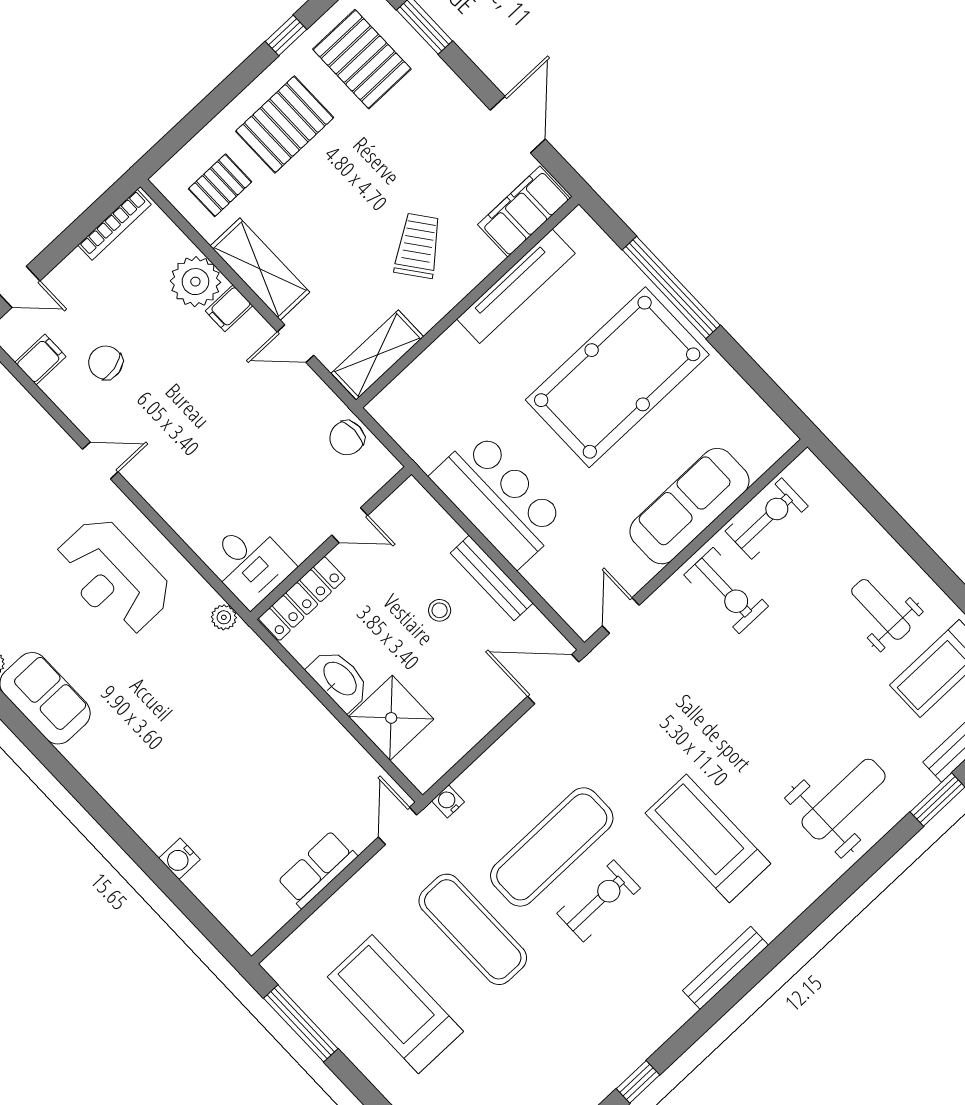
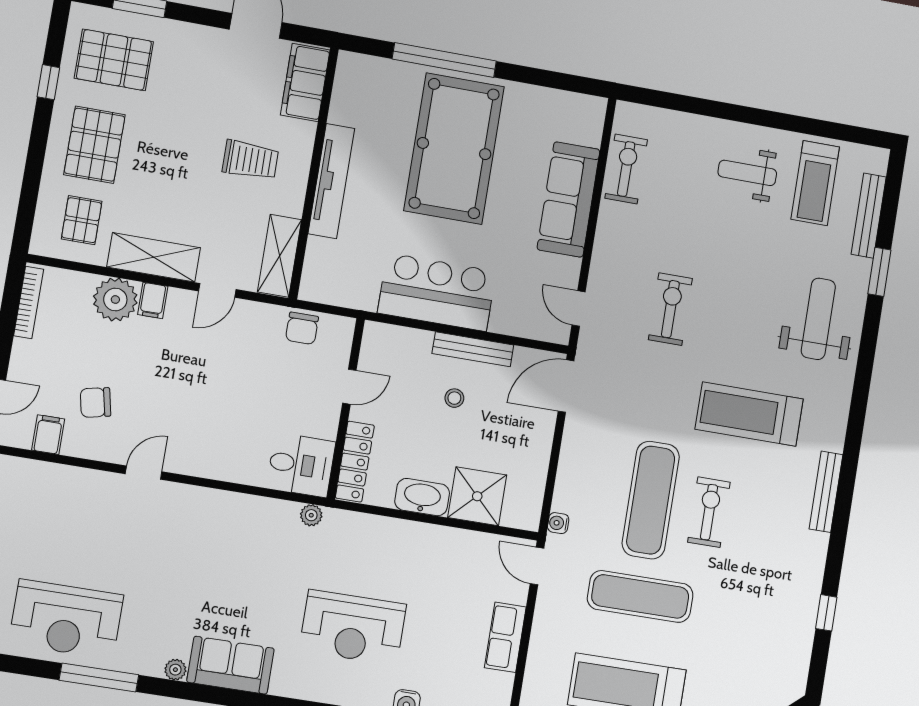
trolley: (418, 246) -> (250, 160), turned 127
tv unit: (516, 286) -> (331, 181), moved
reception desk: (113, 576) -> (353, 627), moved
exercise bike: (726, 591) -> (670, 309), moved, turned -90

